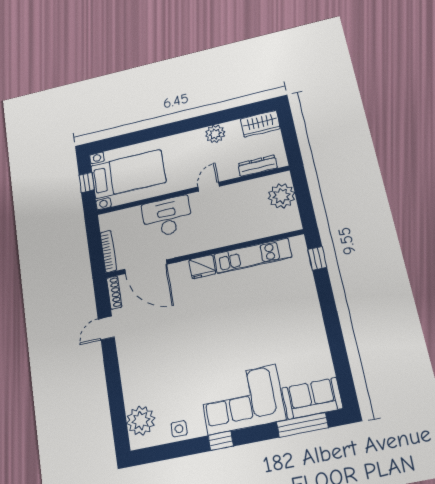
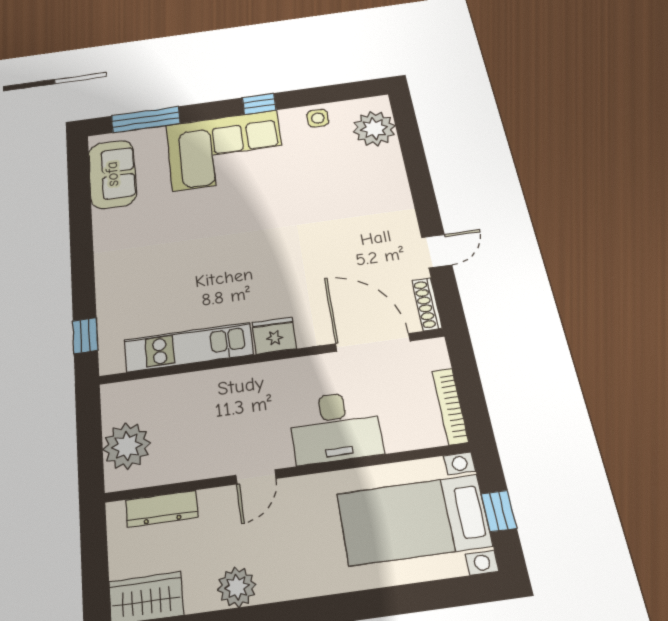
bookcase: (108, 252) -> (450, 406), moved
sofa: (312, 398) -> (112, 174), moved, turned -90

